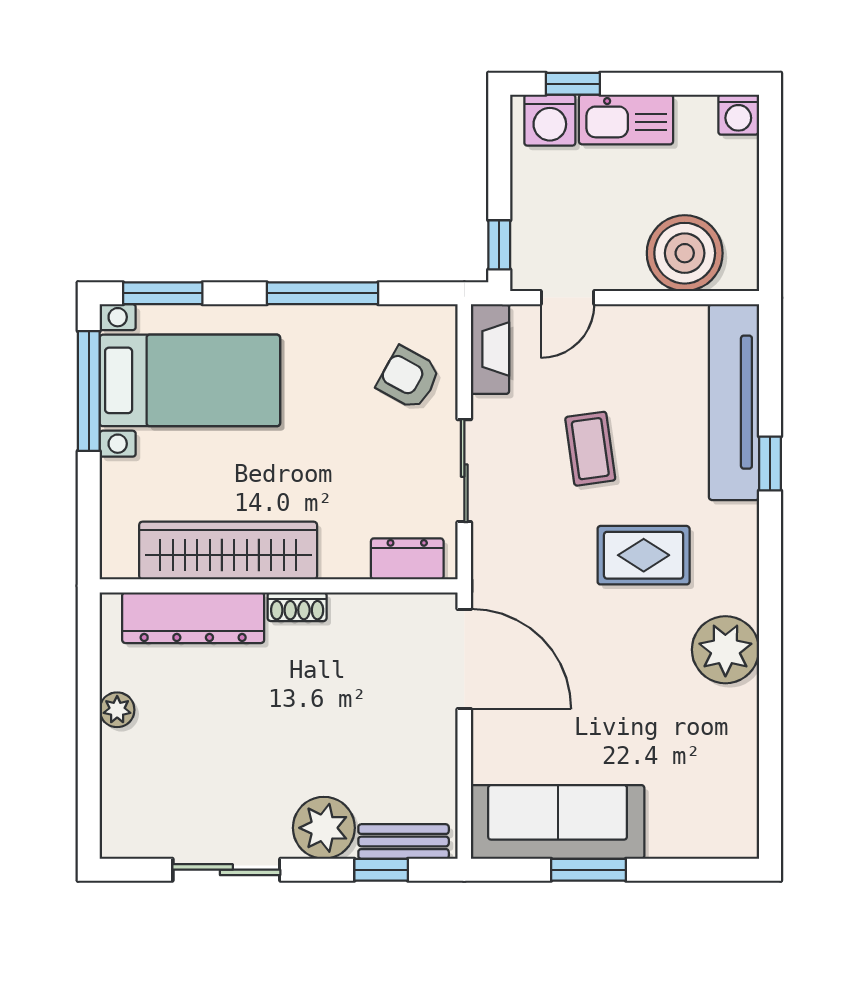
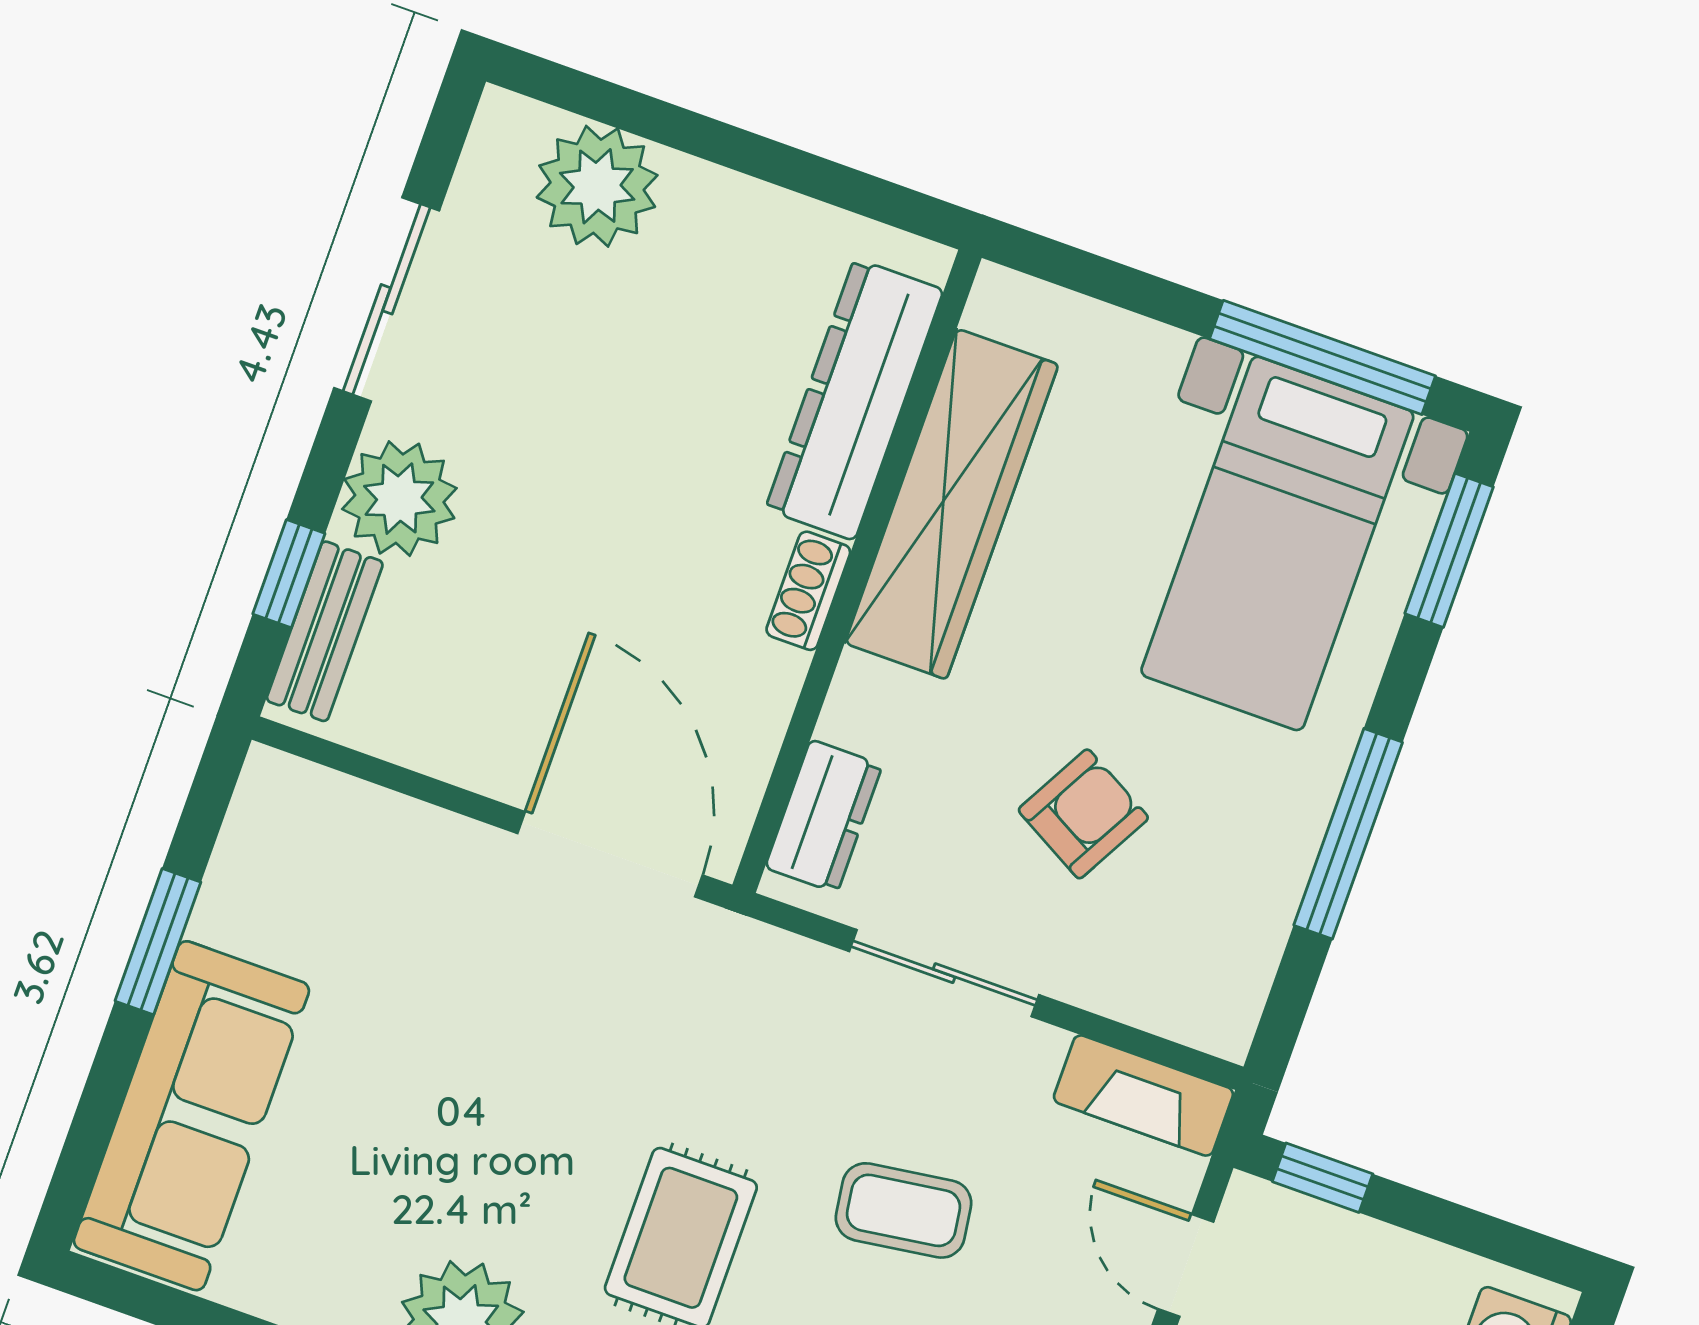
armchair: (409, 378) -> (1083, 814), moved
door: (464, 659) -> (610, 854), swing flipped
plant: (117, 710) -> (597, 186), moved, width x1.87, depth x1.87
sofa: (558, 822) -> (191, 1116), moved

